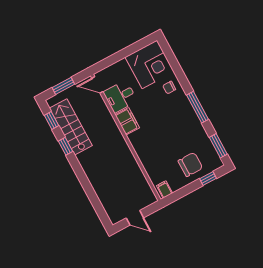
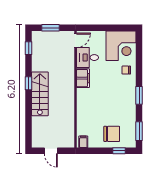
door: (97, 85) -> (75, 40), swing flipped
window: (198, 107) -> (139, 95), width x0.69
stairs: (71, 127) -> (40, 94), moved
window: (65, 146) -> (29, 83), moved

